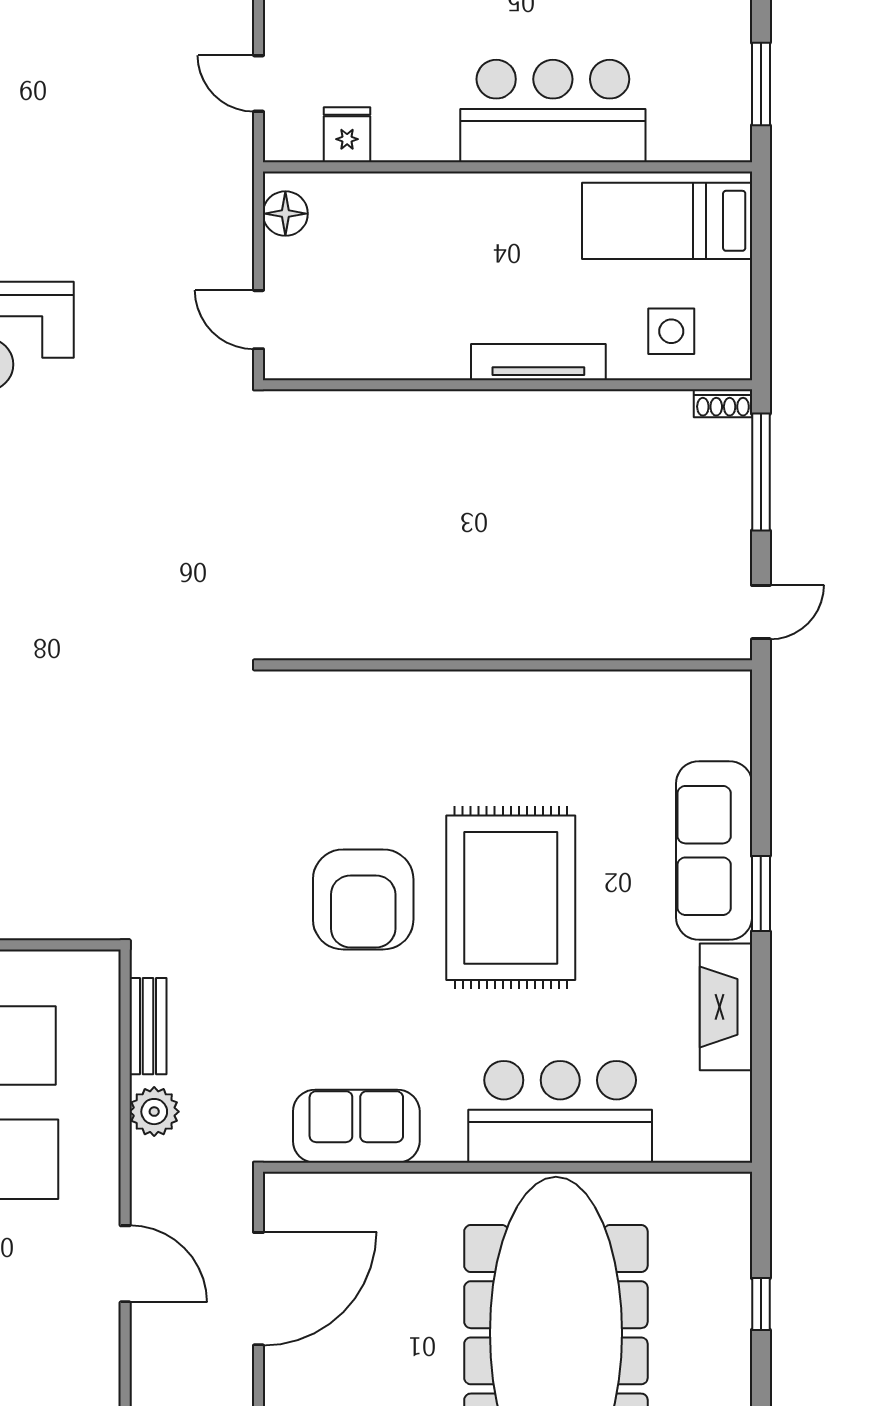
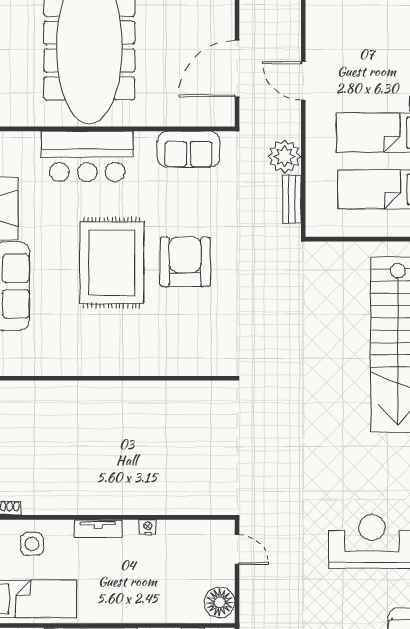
floor lamp: (285, 214) -> (220, 602), width x1.38, depth x1.38
tv unit: (538, 362) -> (98, 529), width x0.71
nightstand: (438, 365) -> (148, 527), added
plant: (154, 1112) -> (284, 156), width x1.36, depth x1.36

